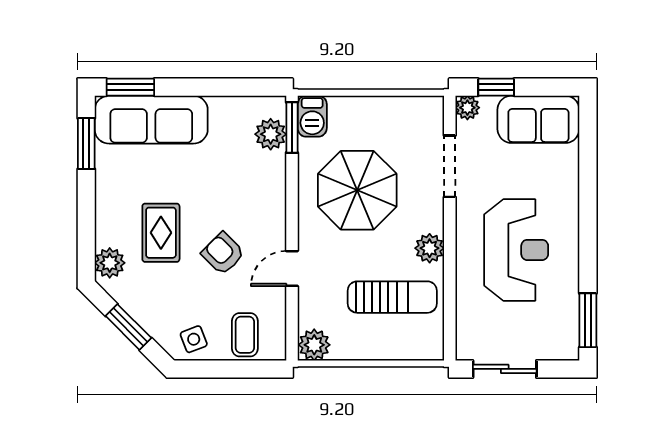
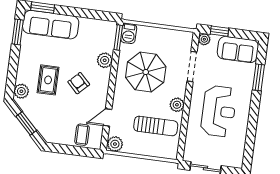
plant: (271, 134) -> (105, 60), moved
armchair: (223, 253) -> (79, 83), moved
door: (292, 269) -> (108, 117), moved
window: (588, 320) -> (258, 77), moved
side table: (194, 339) -> (57, 134), removed

